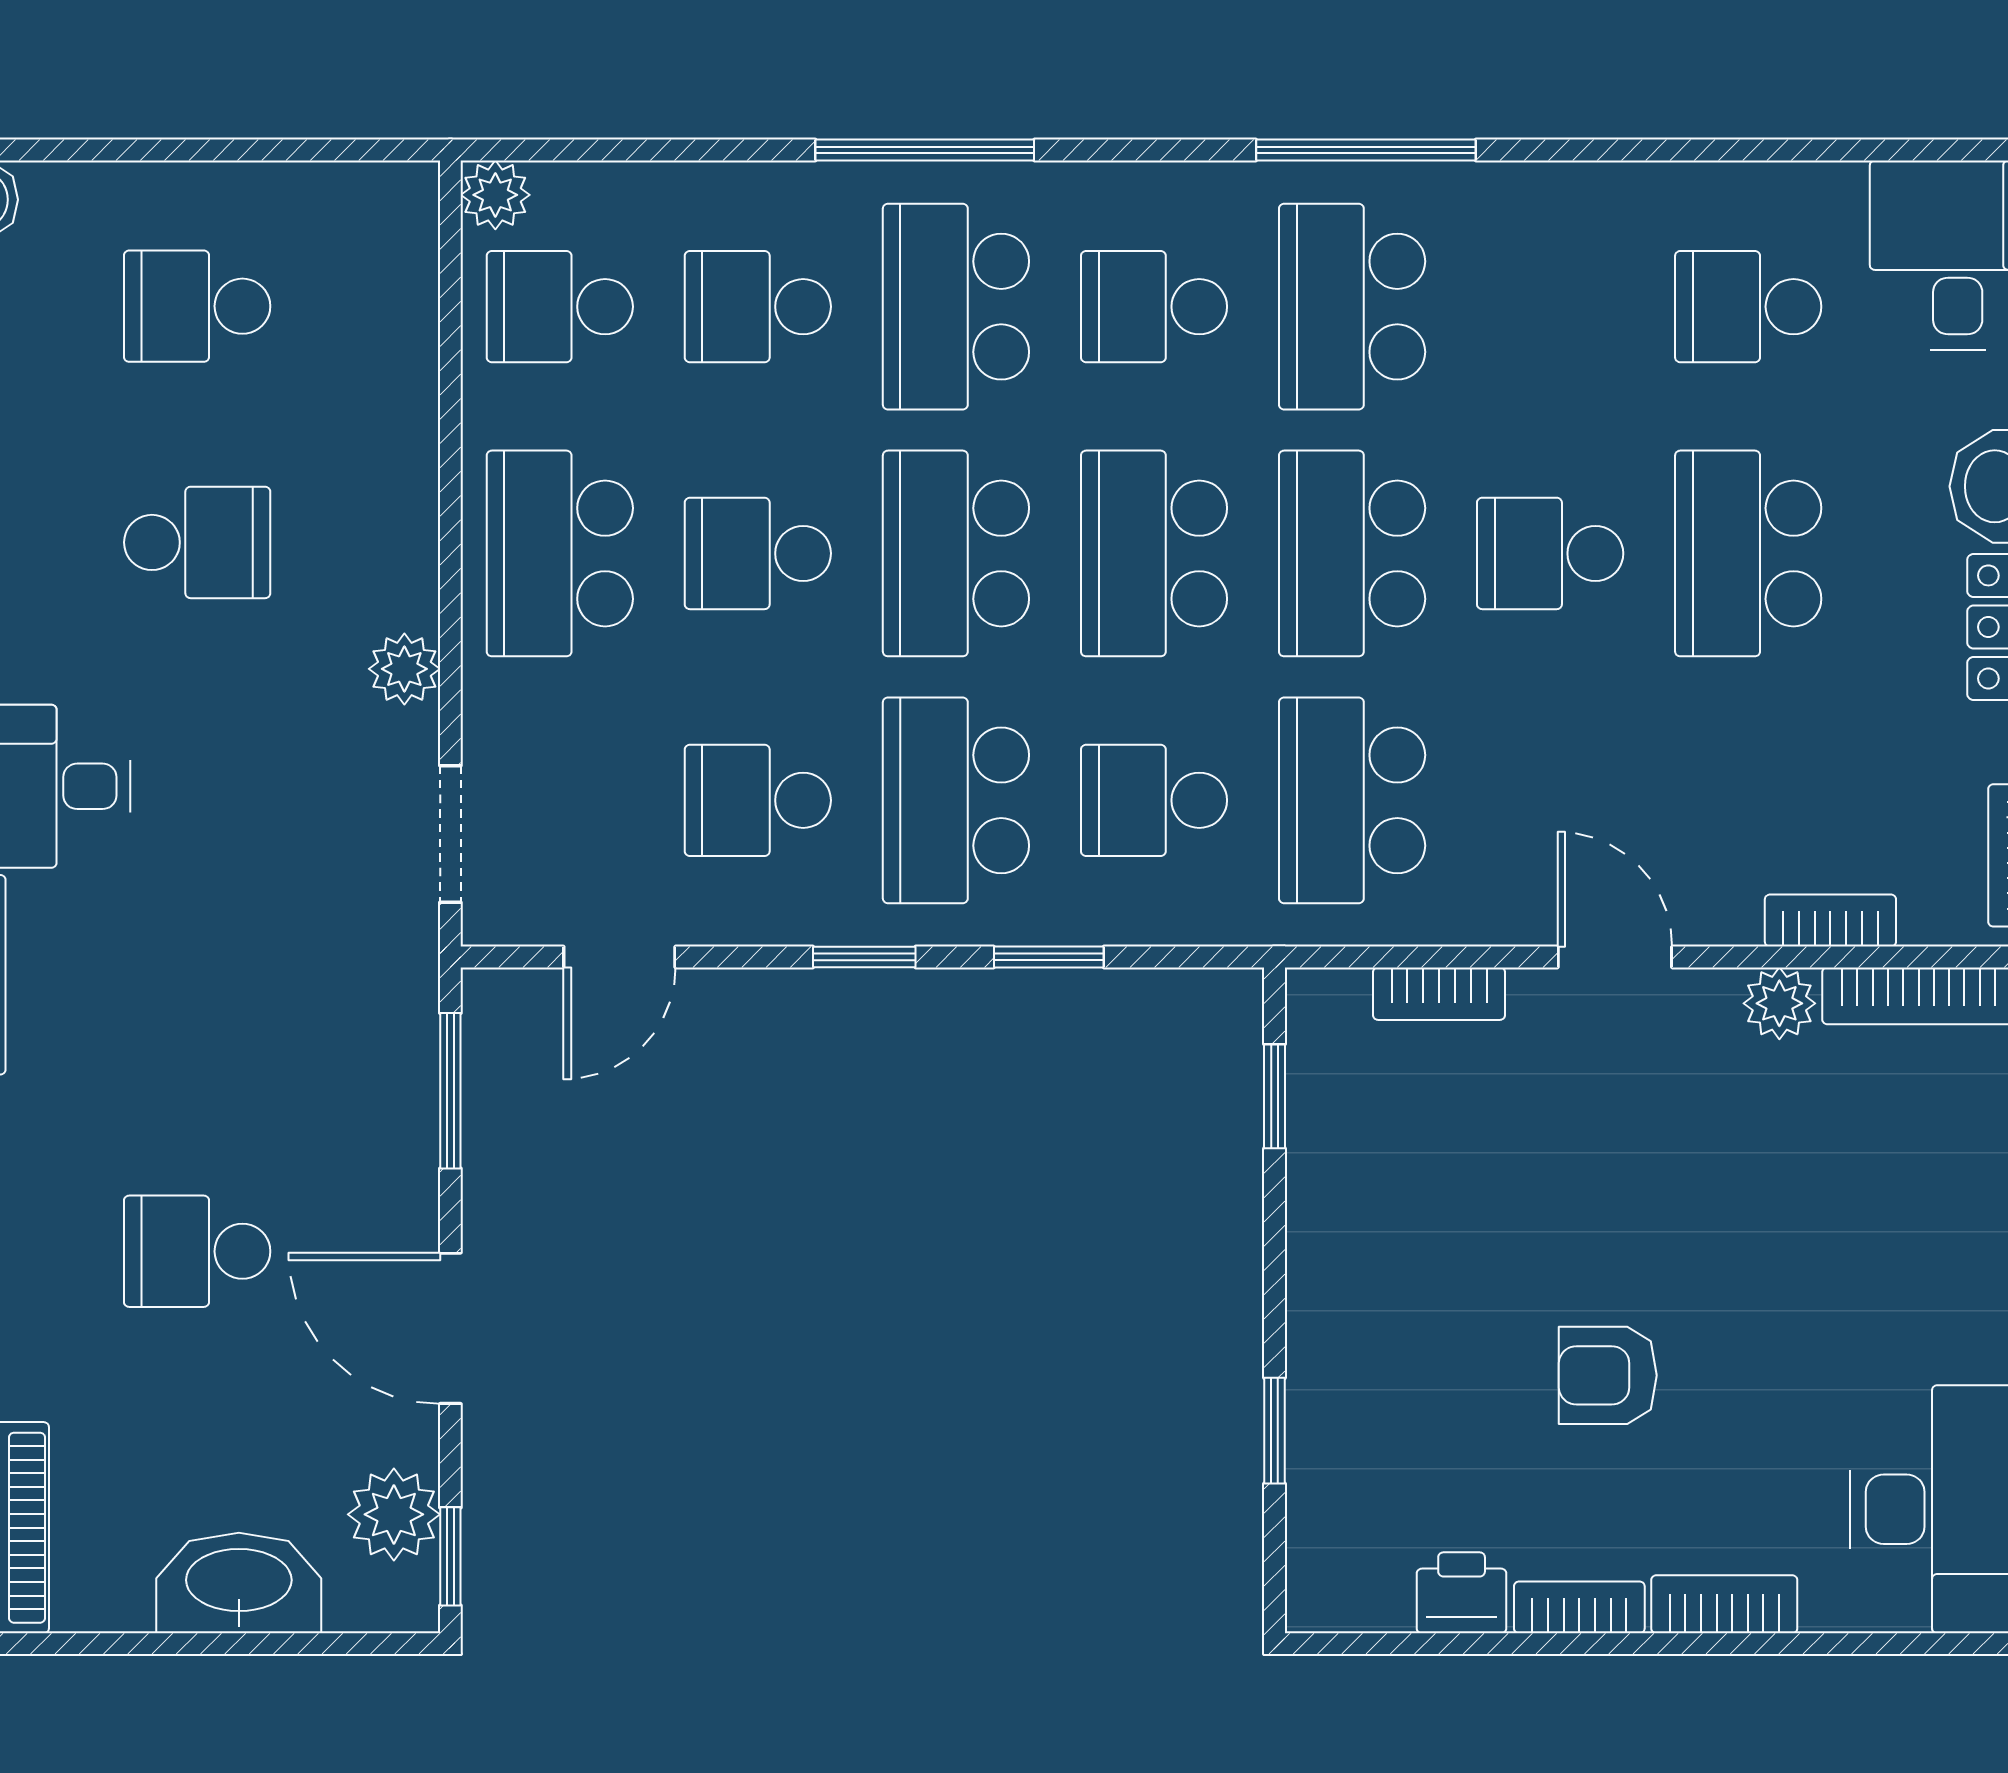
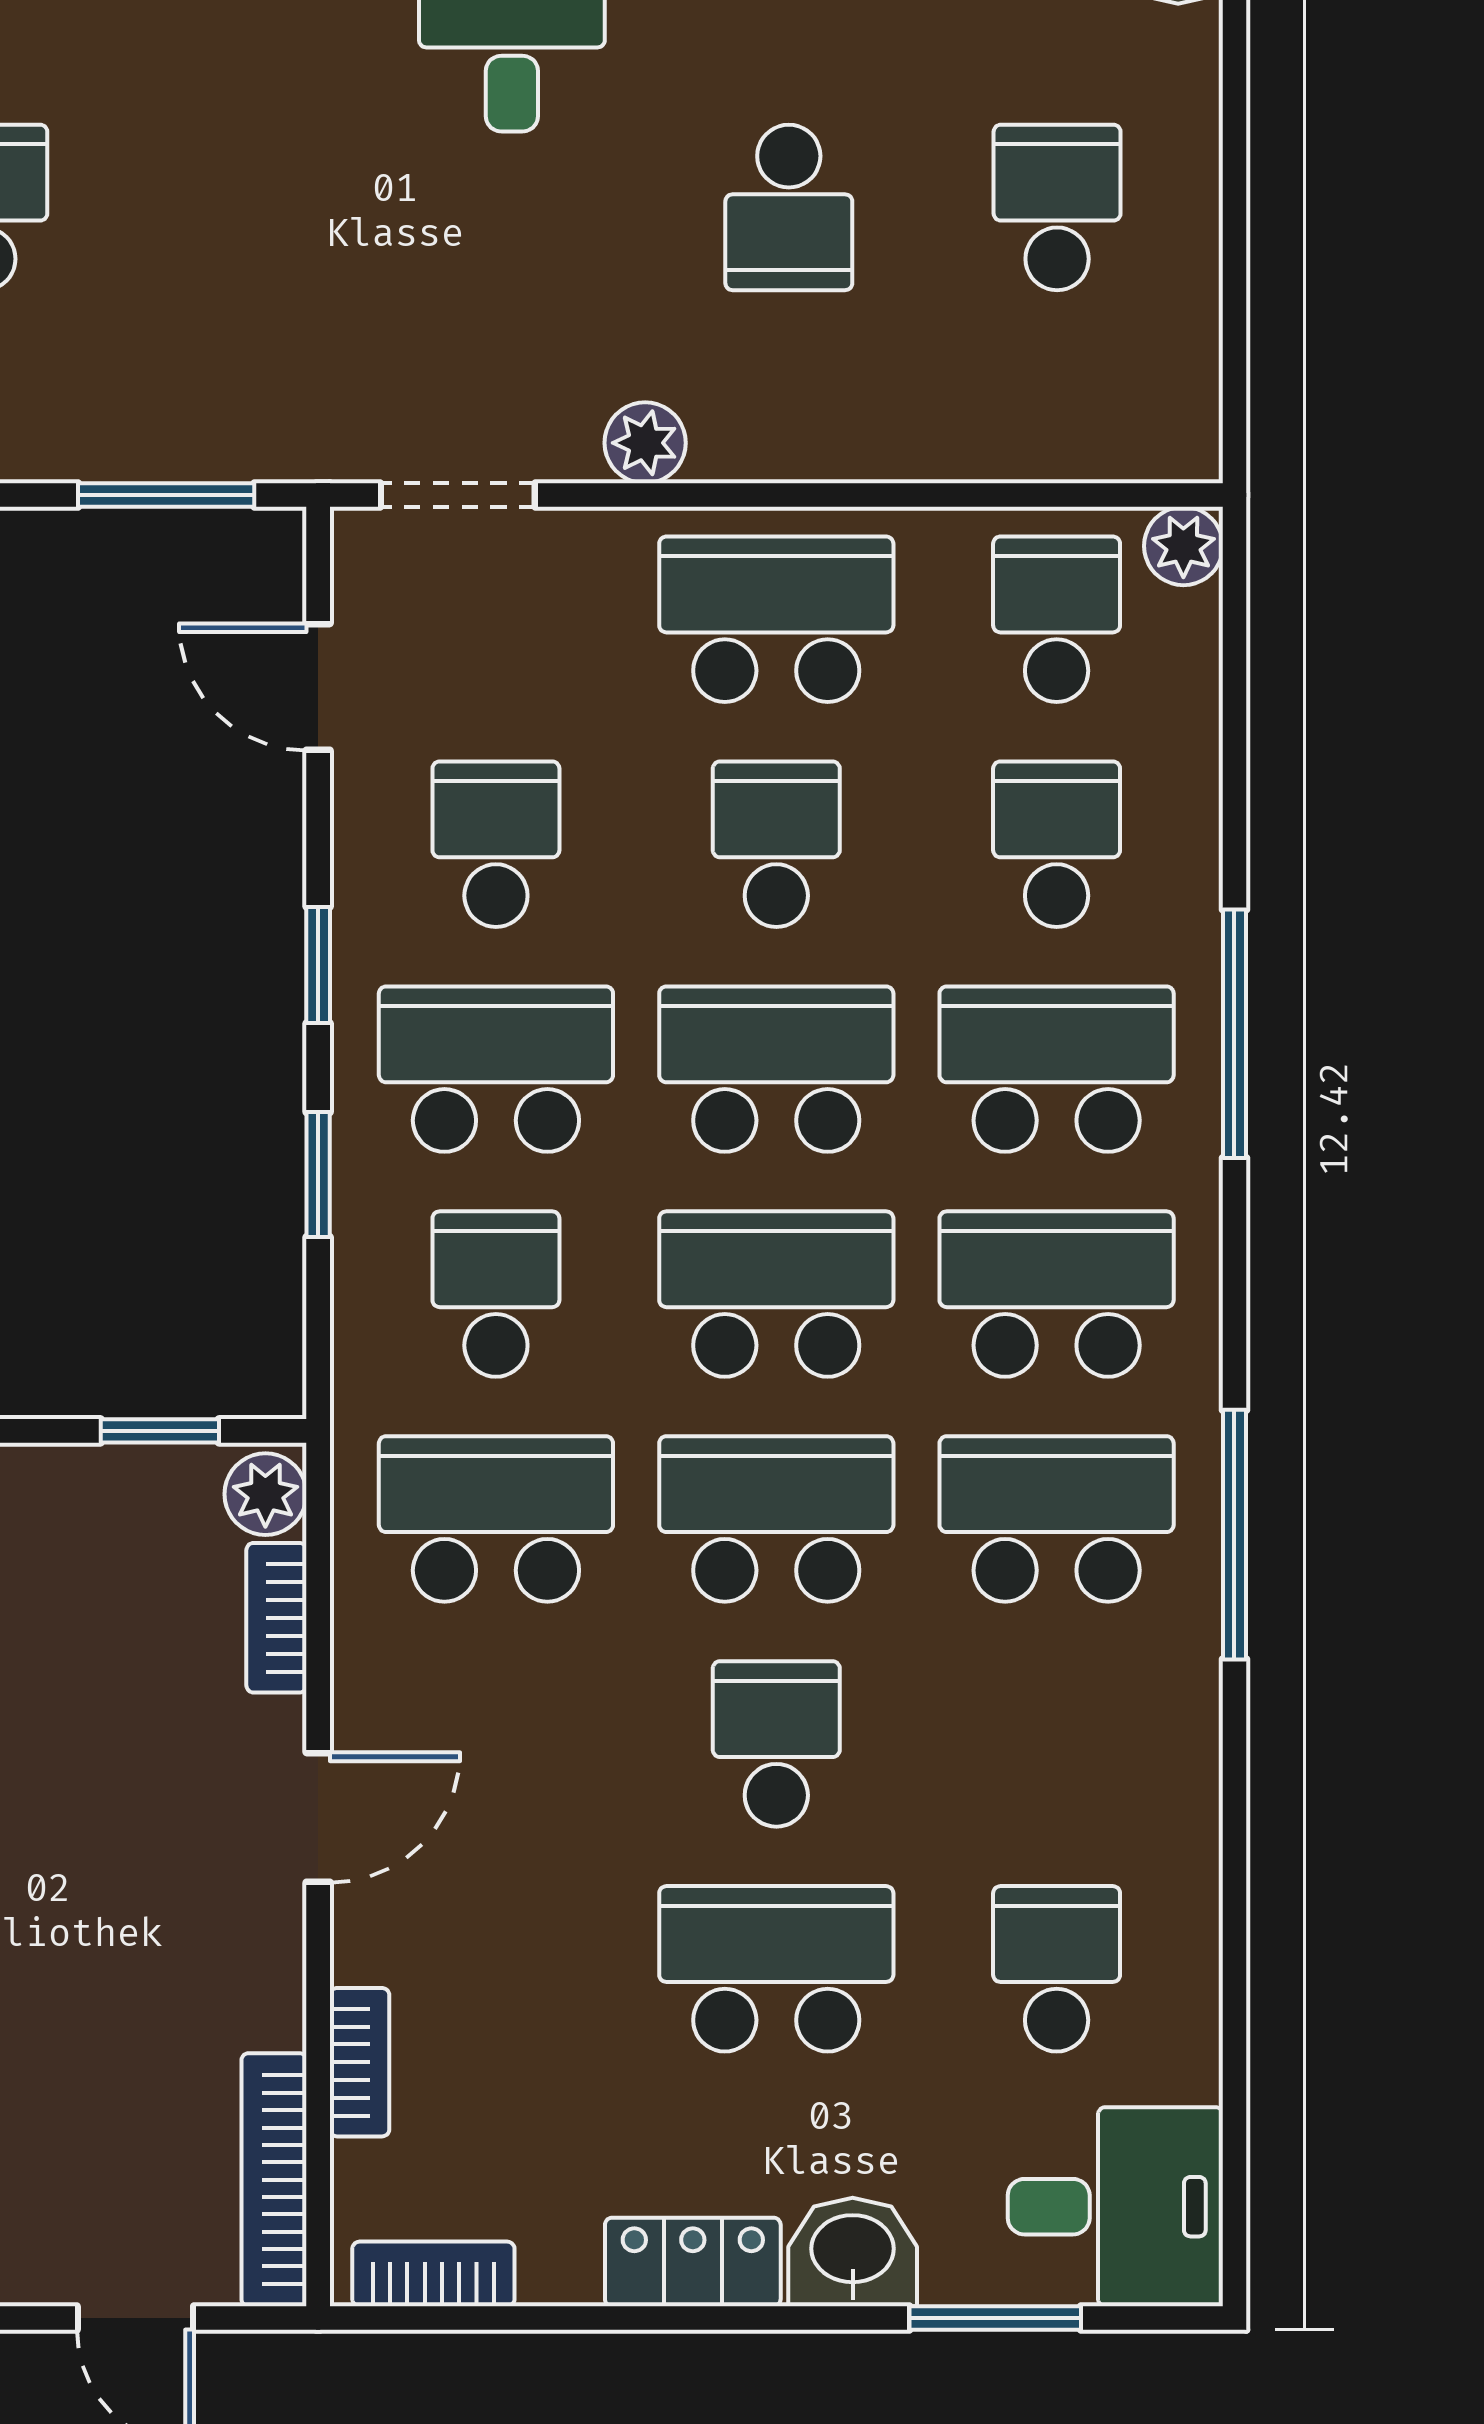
school desk: (1154, 307) -> (1057, 1294), width x1.85
plant: (1779, 1003) -> (265, 1494), moved

